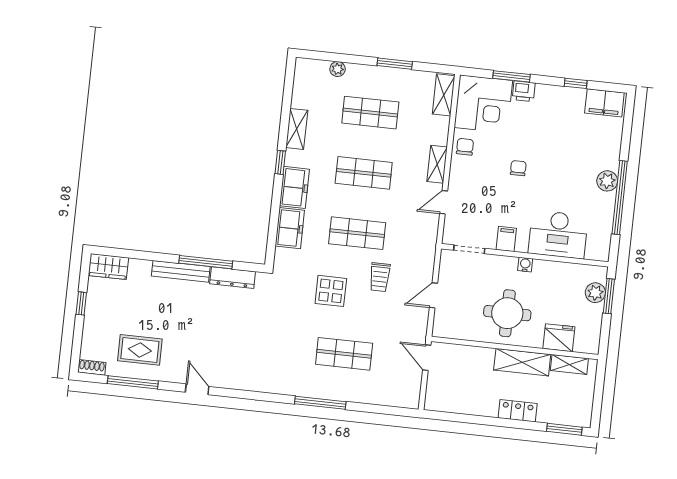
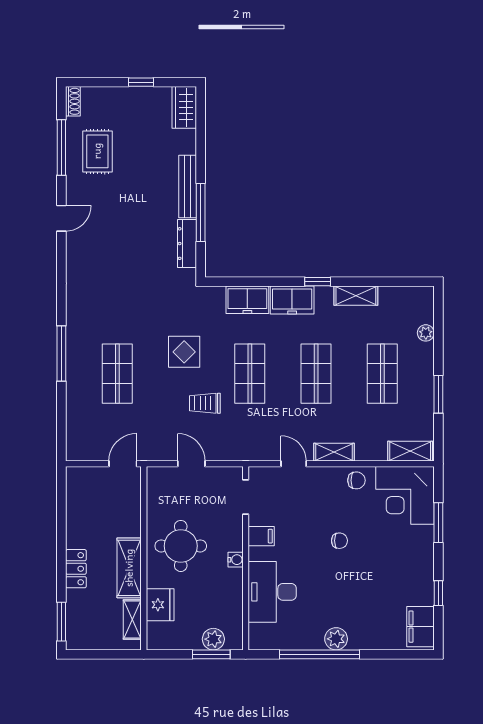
printer: (524, 91) -> (424, 538), removed

